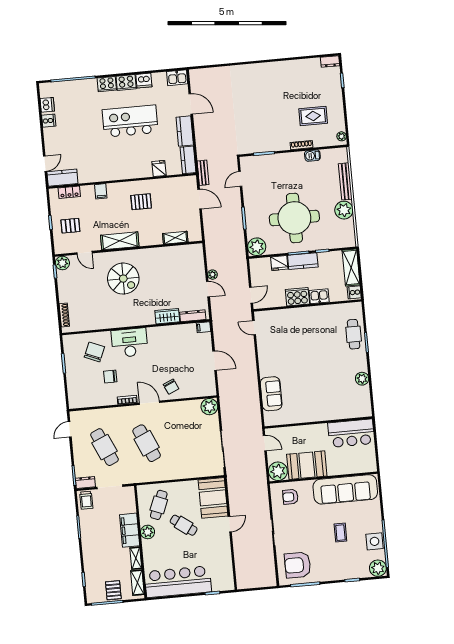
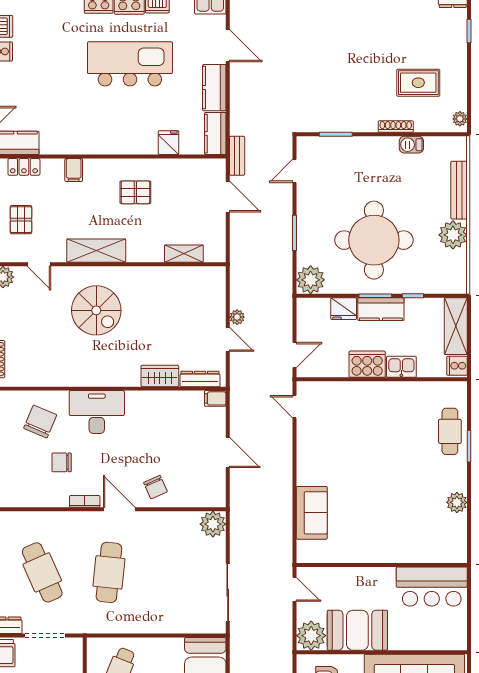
pallet: (70, 226) -> (21, 220), turned 90
cafe table: (147, 443) -> (109, 572), turned 30

